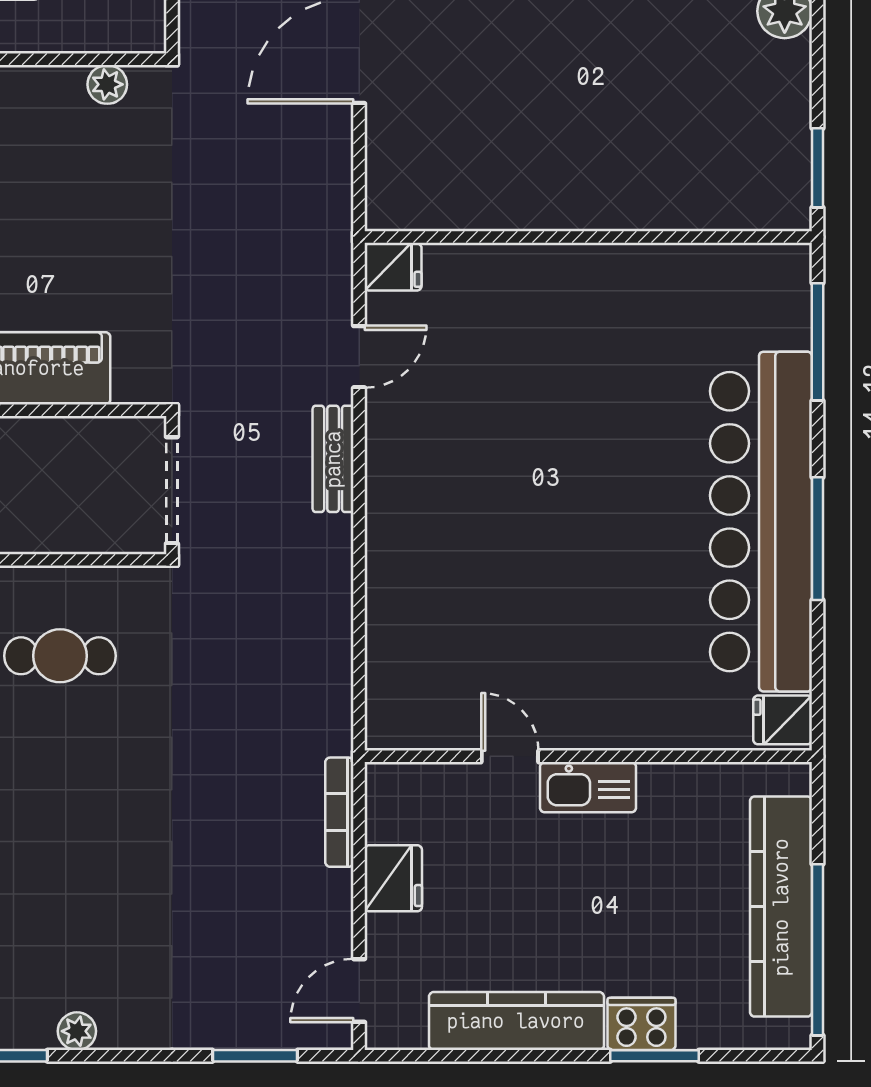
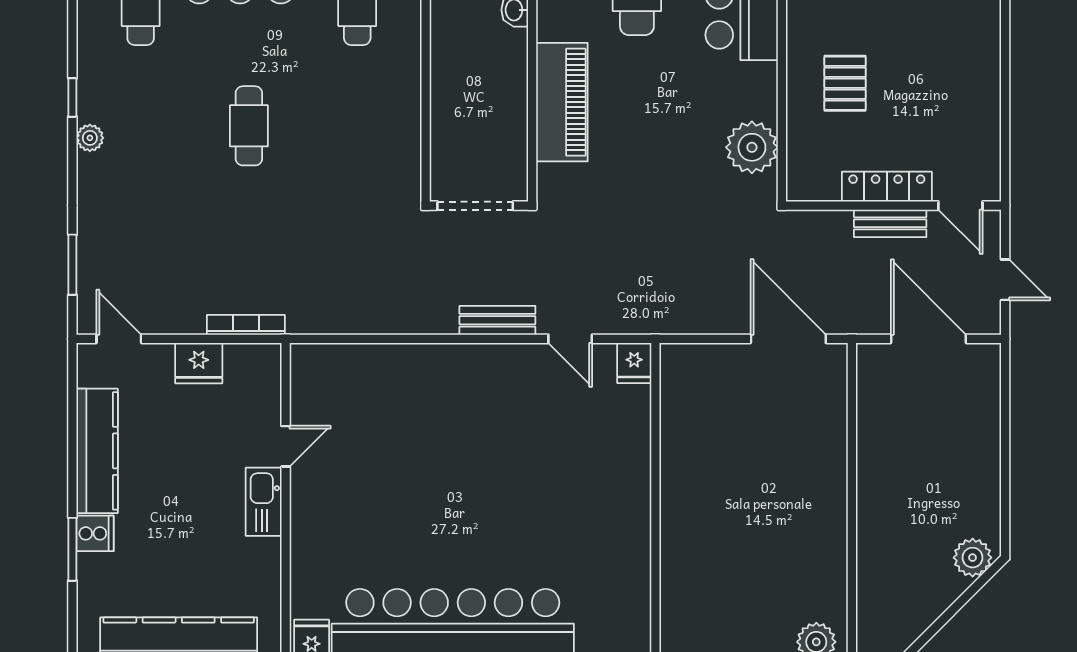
plant: (107, 84) -> (752, 147), width x1.87, depth x1.87
cafe table: (60, 656) -> (249, 126), moved
cooker: (641, 1024) -> (95, 533), width x0.73

